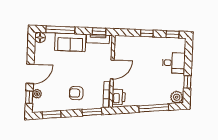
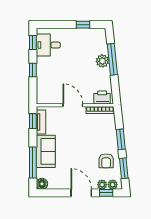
desk: (174, 63) -> (48, 45), moved, turned -90
armchair: (76, 93) -> (106, 161), moved
plant: (177, 97) -> (102, 61), moved
plant: (37, 104) -> (113, 185), added
window: (92, 112) -> (121, 139), moved

